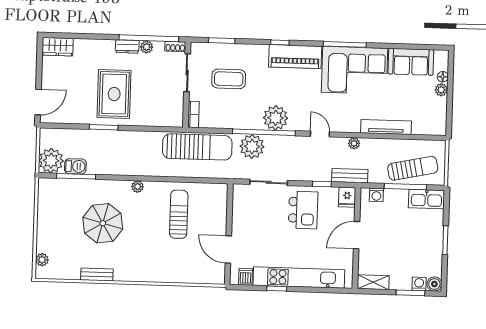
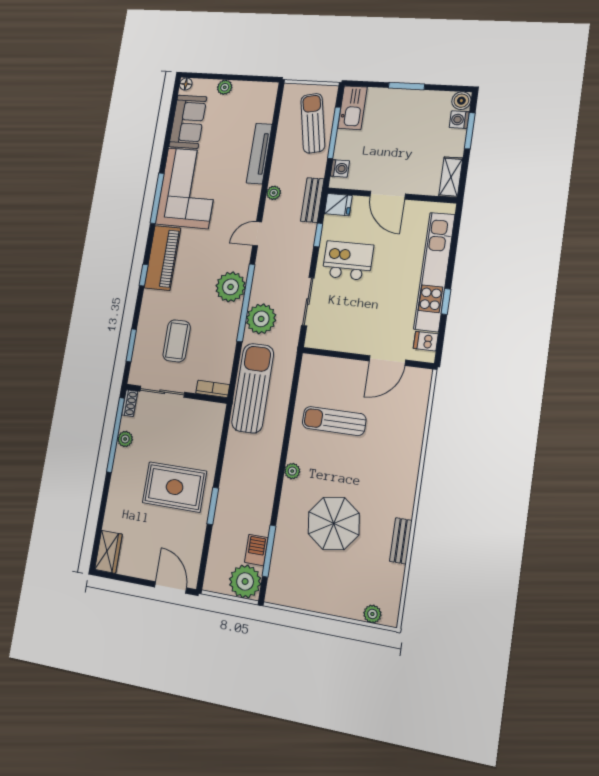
dresser: (127, 46) -> (121, 463), removed
floor lamp: (443, 77) -> (186, 84), moved

